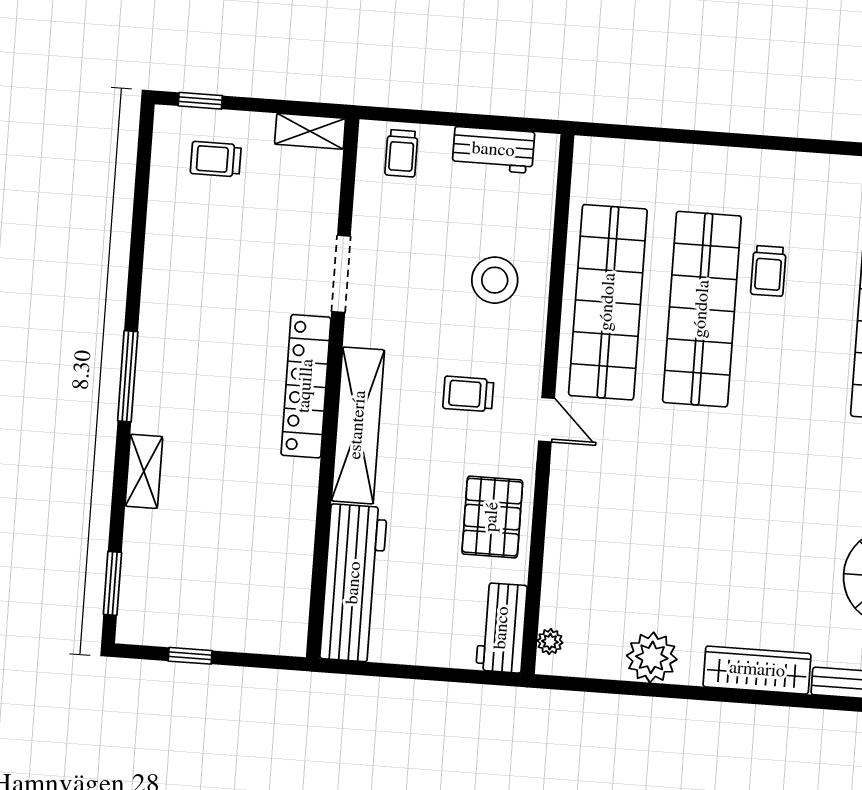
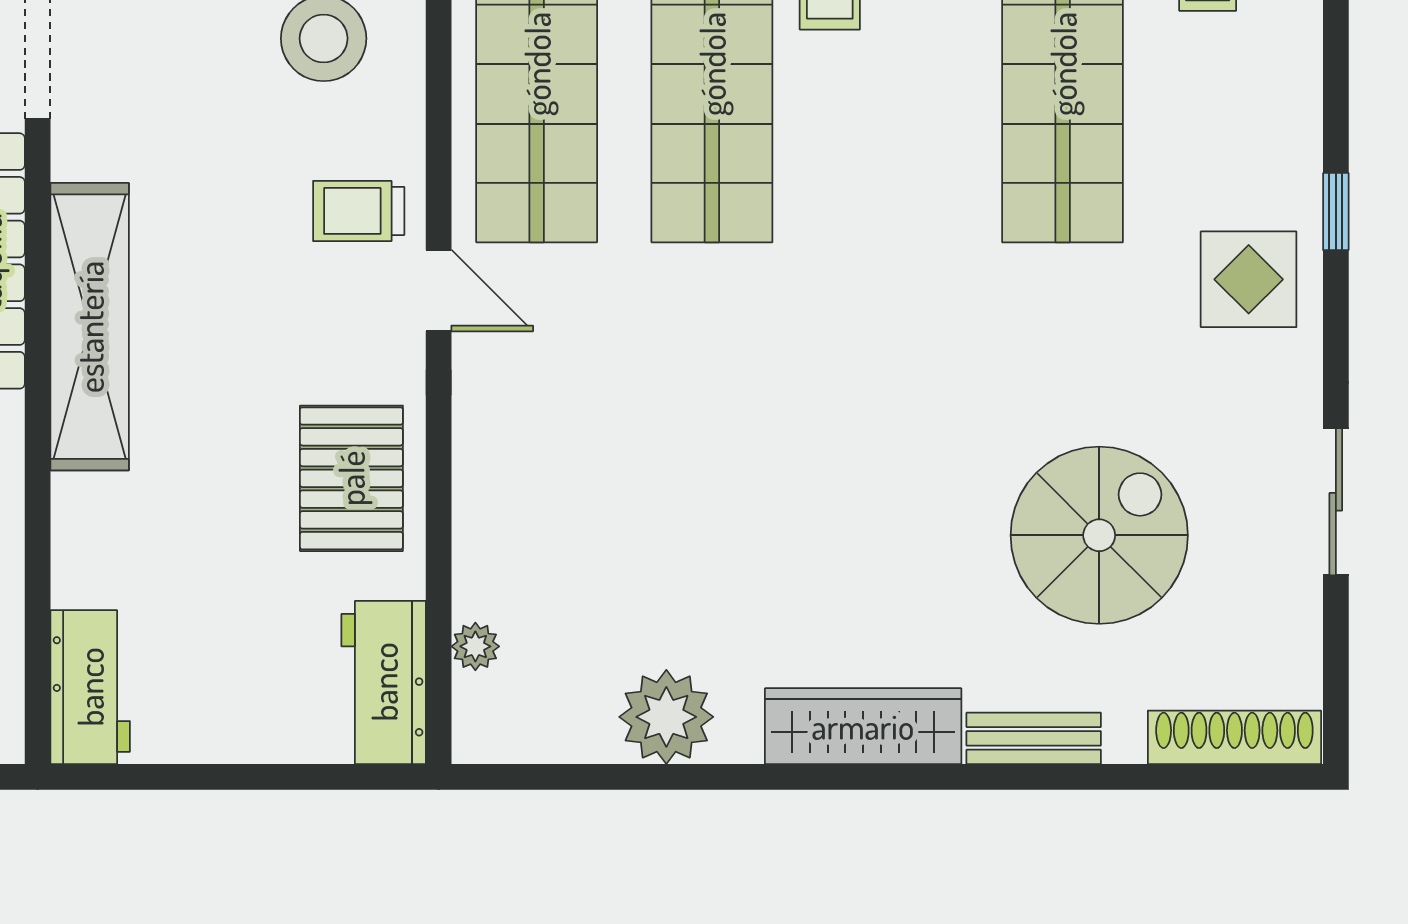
trolley: (468, 394) -> (359, 211), moved
workbench: (354, 583) -> (90, 687), width x0.53, depth x0.76
plant: (550, 642) -> (475, 646), moved

